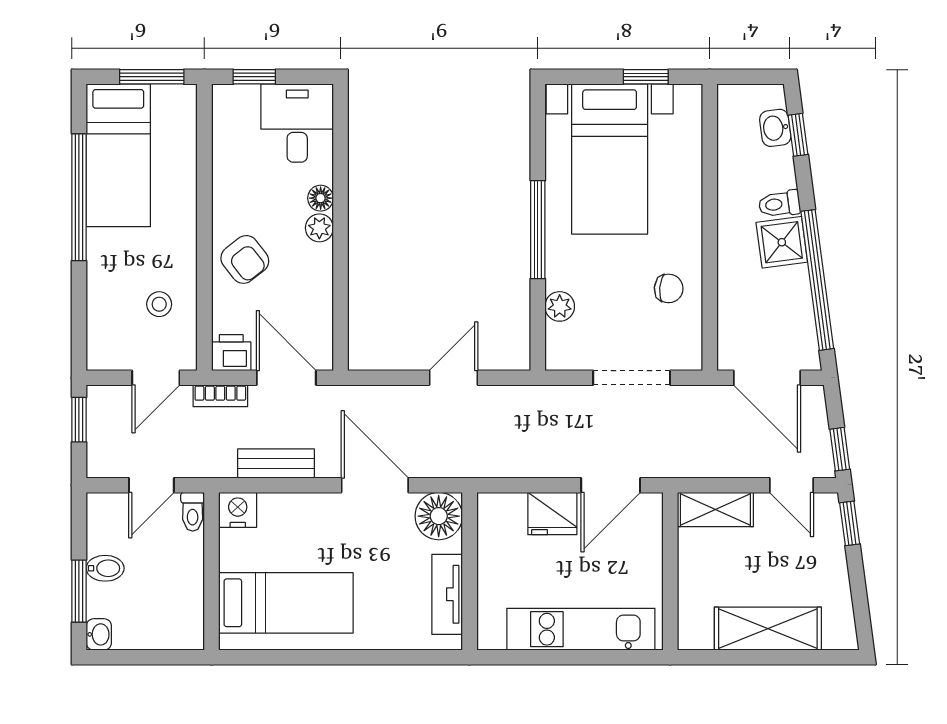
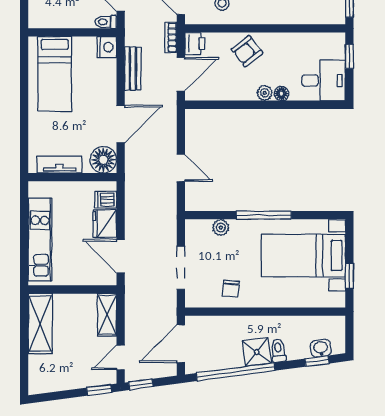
dishwasher: (510, 512) -> (106, 200), added
shelving: (768, 629) -> (40, 324), moved

